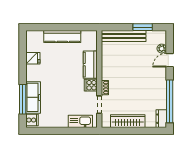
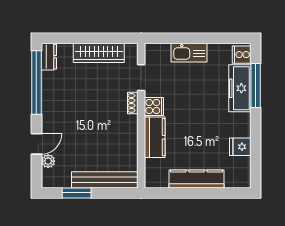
kitchen sink: (80, 121) -> (189, 53), moved

